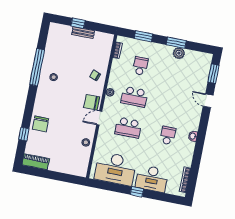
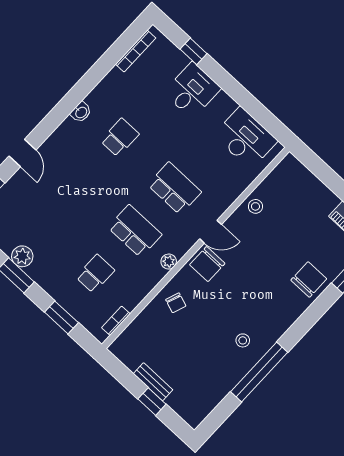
school desk: (140, 66) -> (95, 274), turned 180
chair: (92, 102) -> (207, 264), turned 90
school desk: (168, 136) -> (120, 138), turned 180
desk: (115, 169) -> (246, 138), width x0.73, depth x0.77
desk: (152, 179) -> (192, 90), width x0.73
window: (137, 192) -> (193, 51), moved

